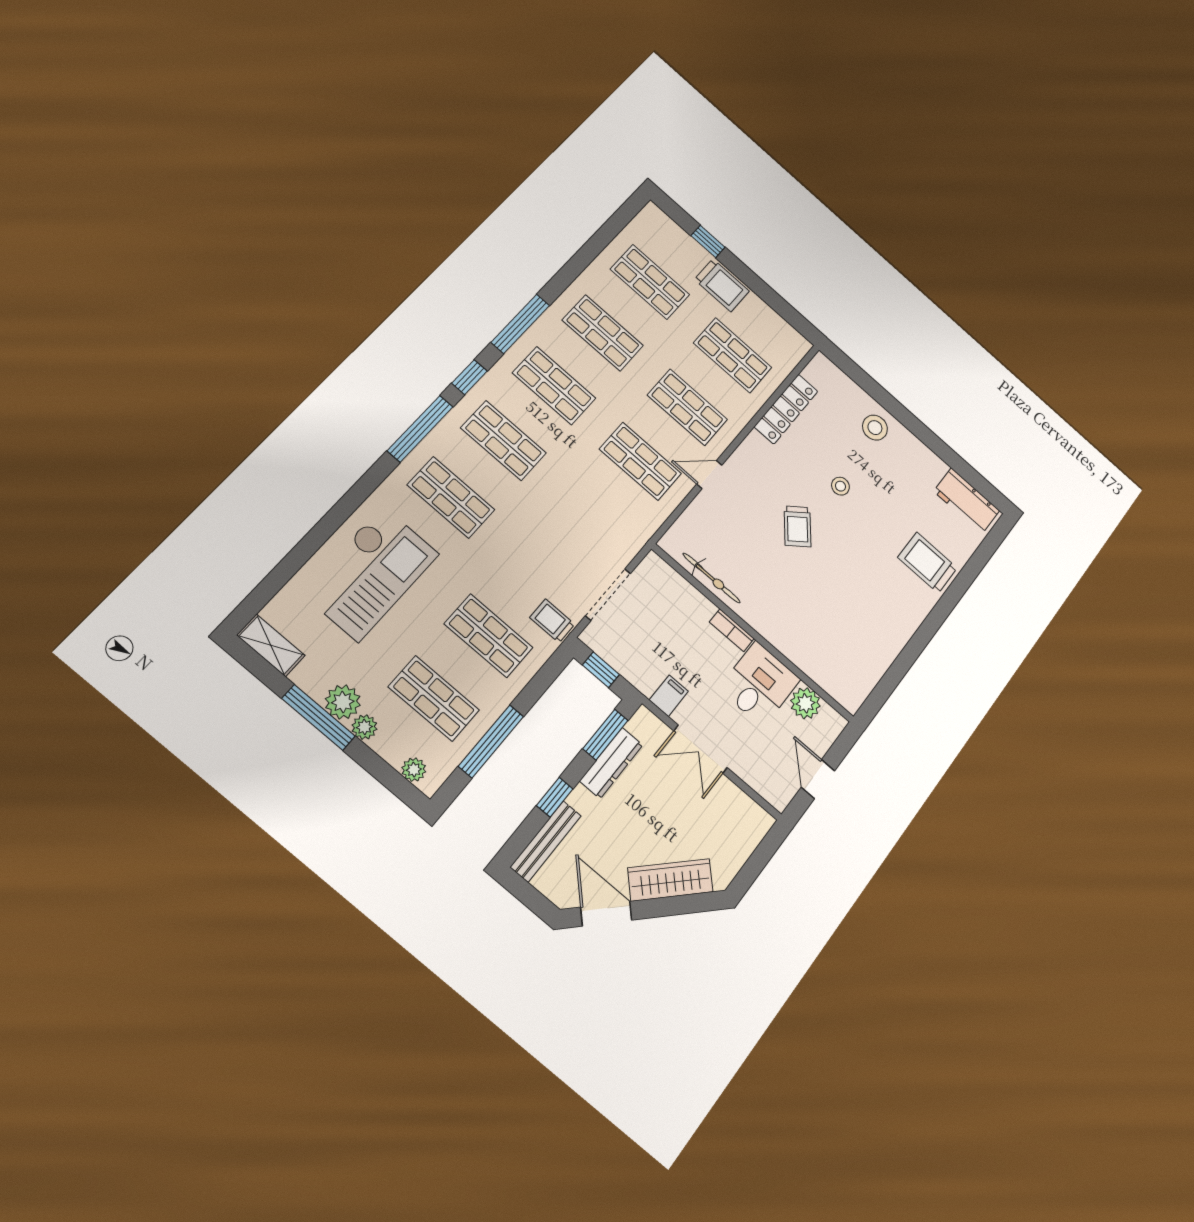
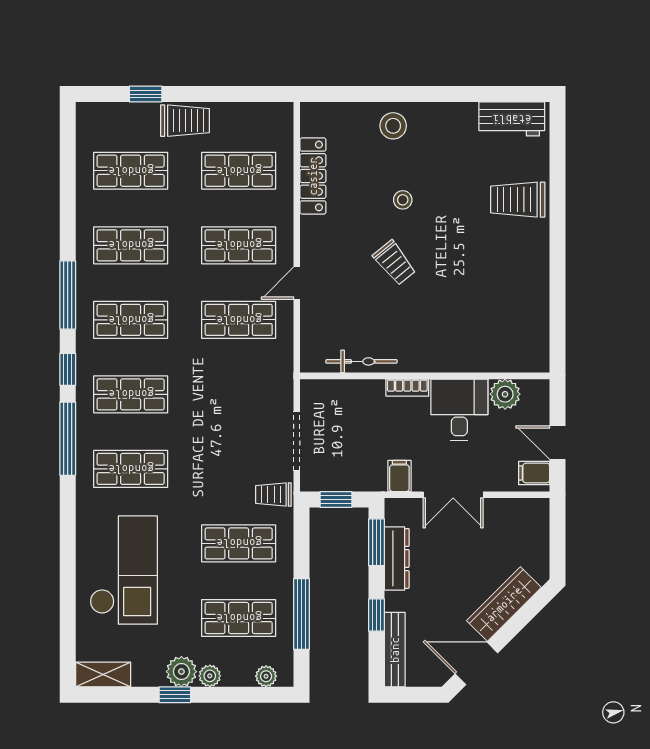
window: (319, 717) -> (175, 695), width x0.46
filing cabinet: (780, 788) -> (534, 473), added

